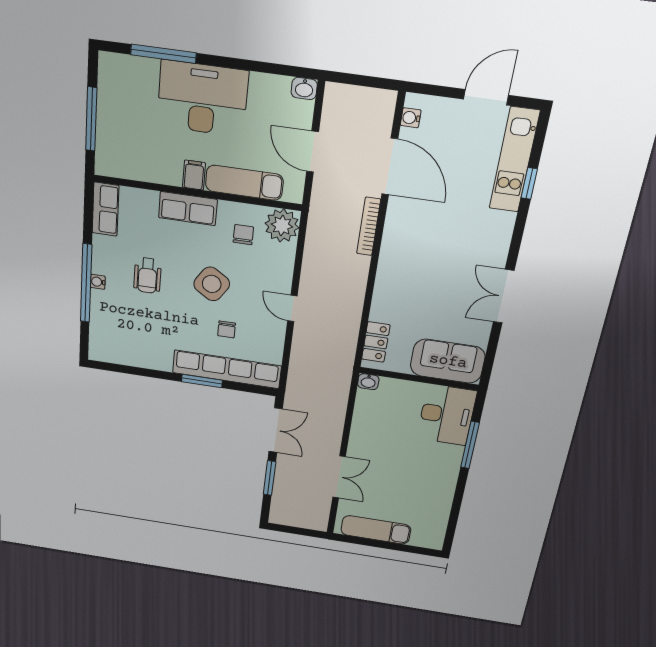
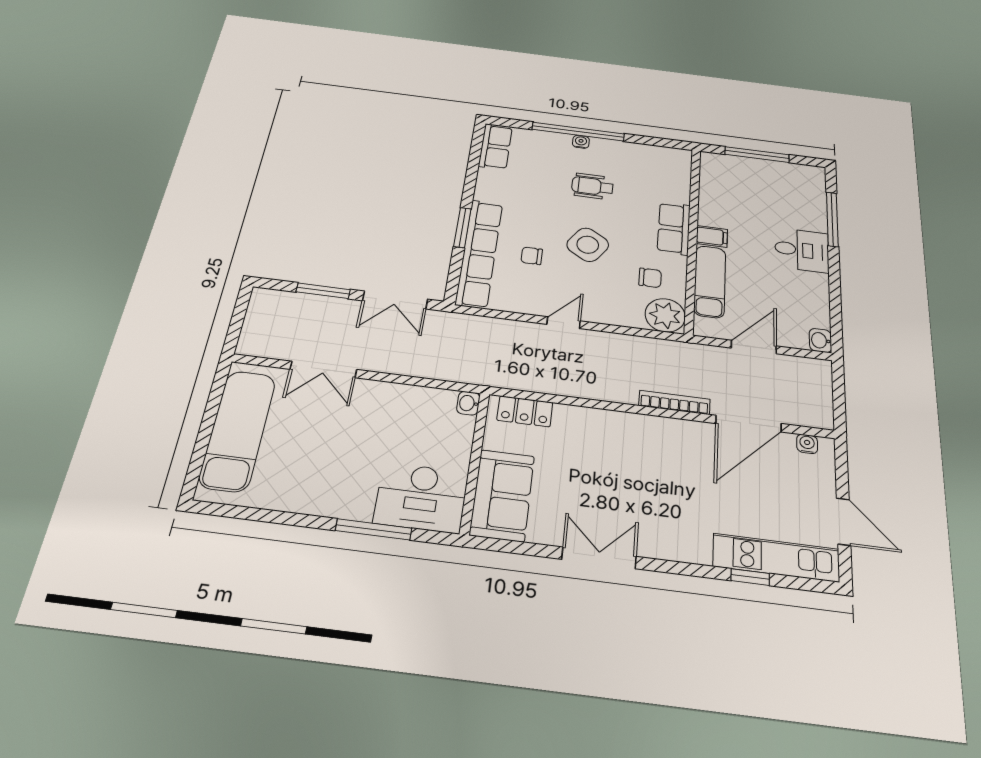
desk: (202, 99) -> (802, 250), width x0.53, depth x0.77
row of seats: (105, 209) -> (495, 147), moved, turned -90
exam couch: (376, 530) -> (238, 430), width x1.36, depth x1.45

